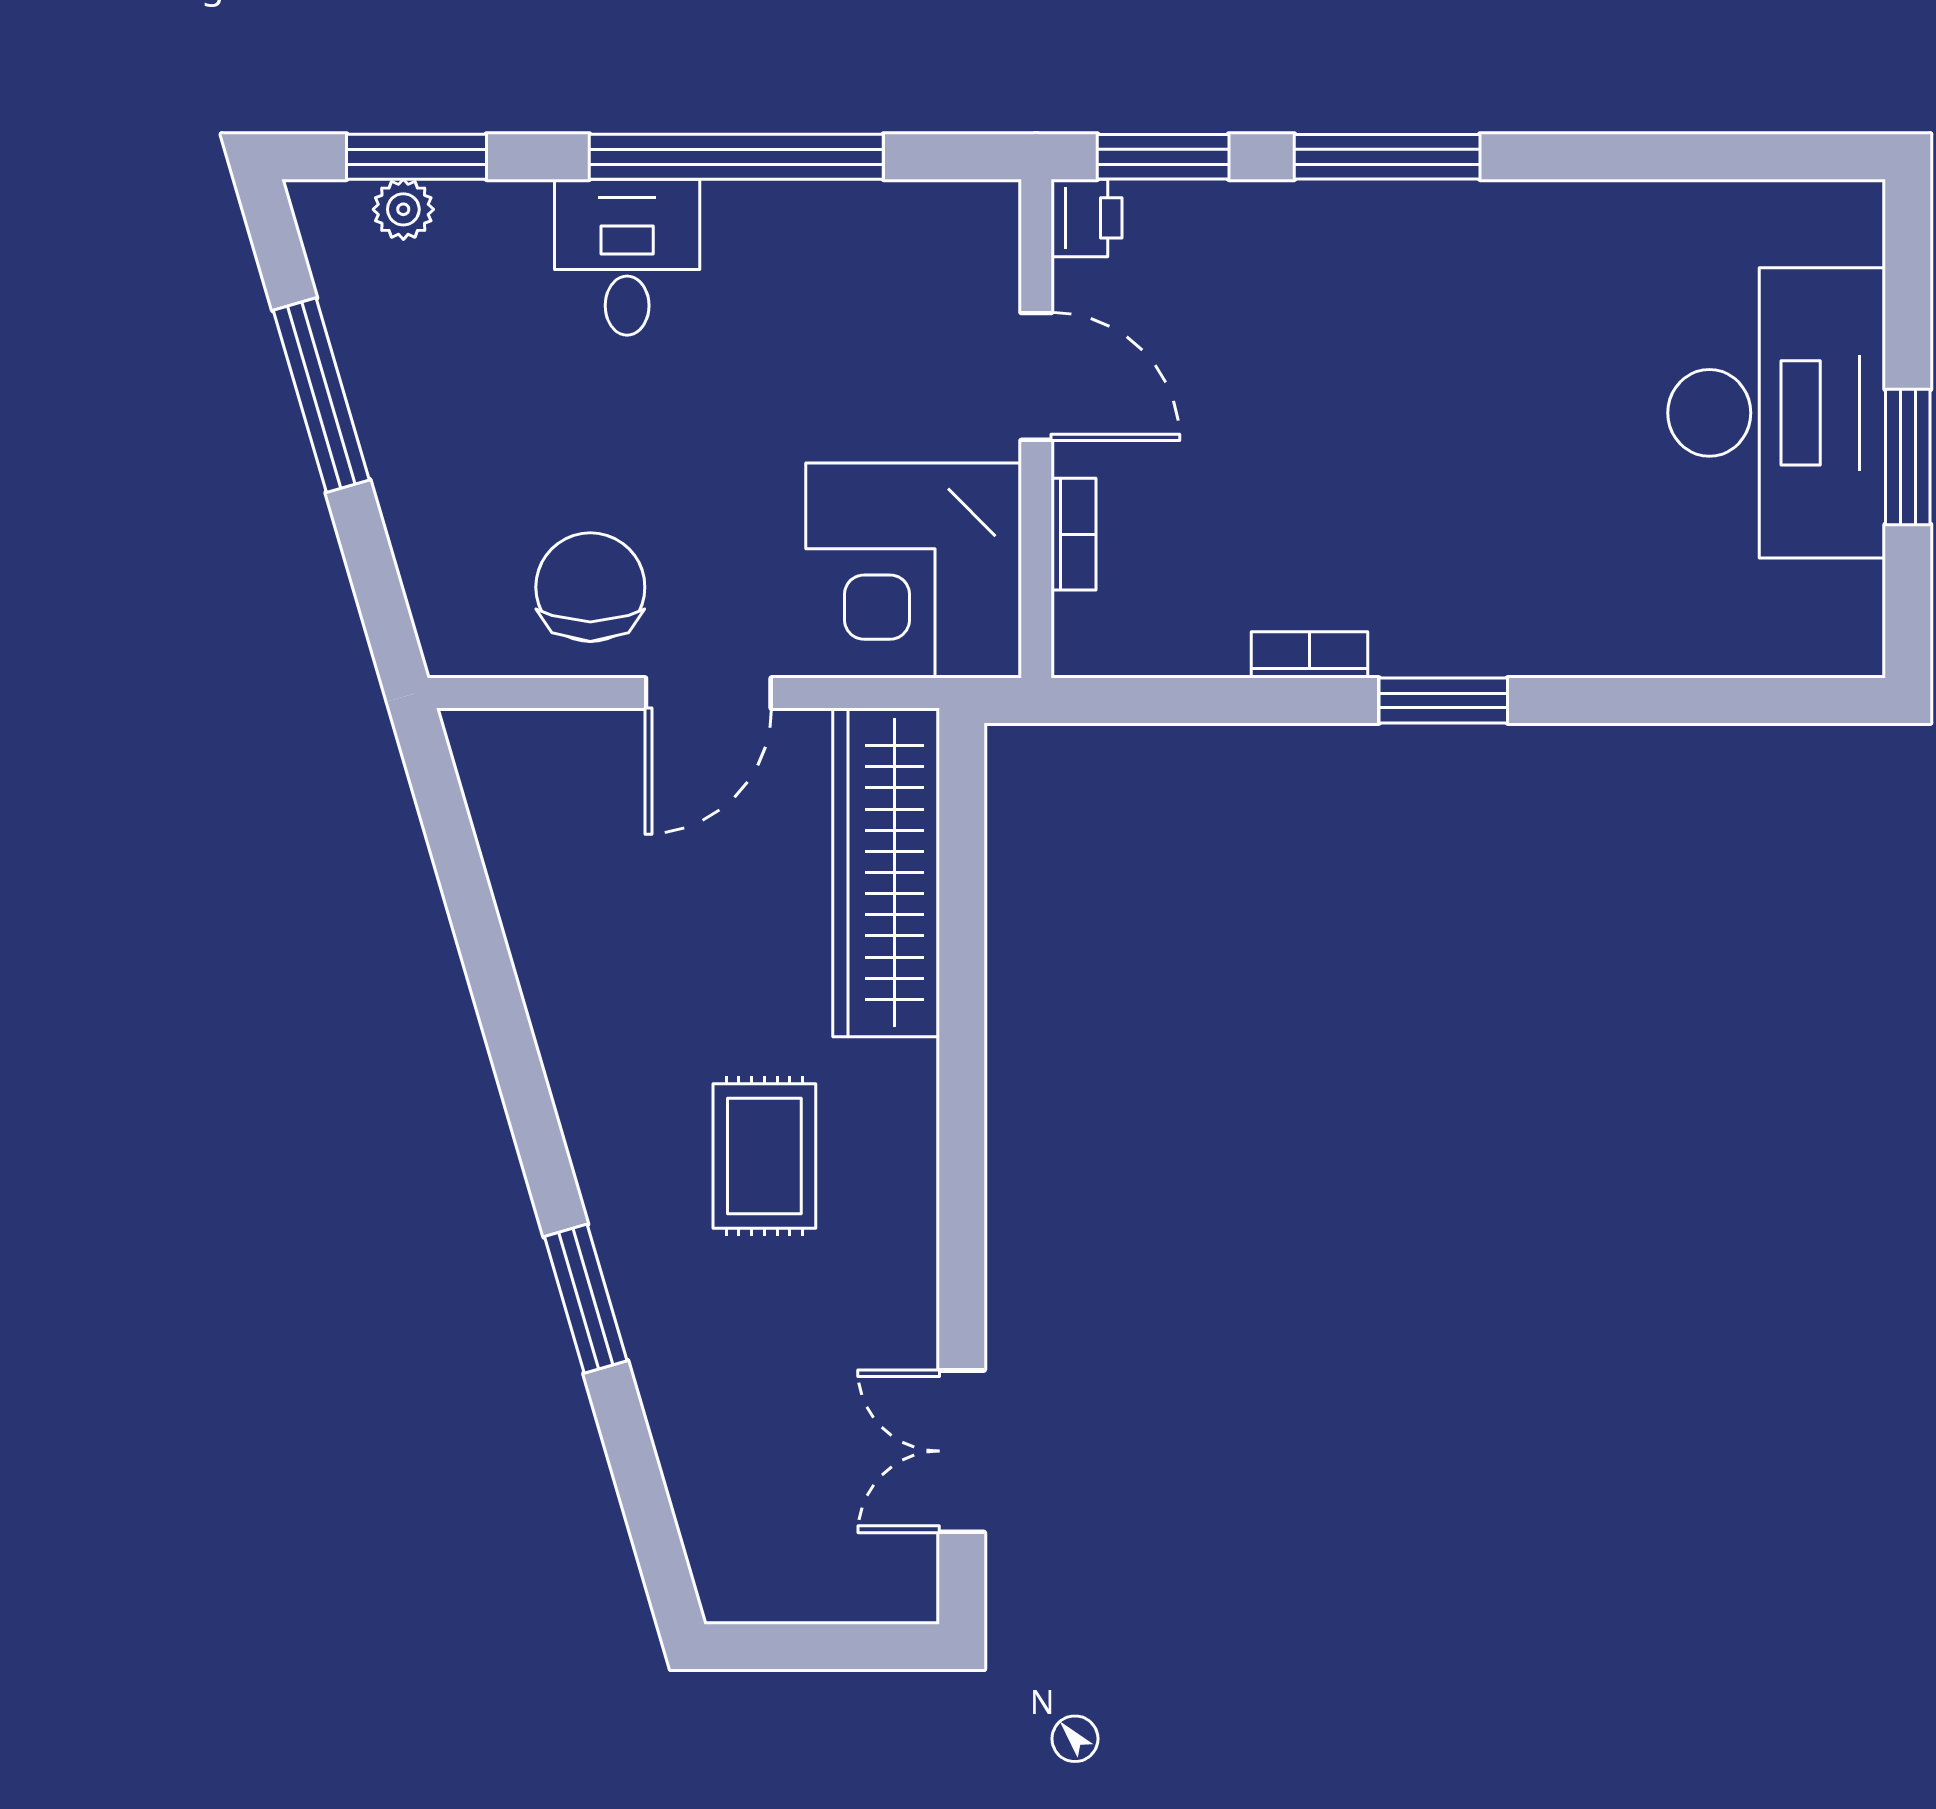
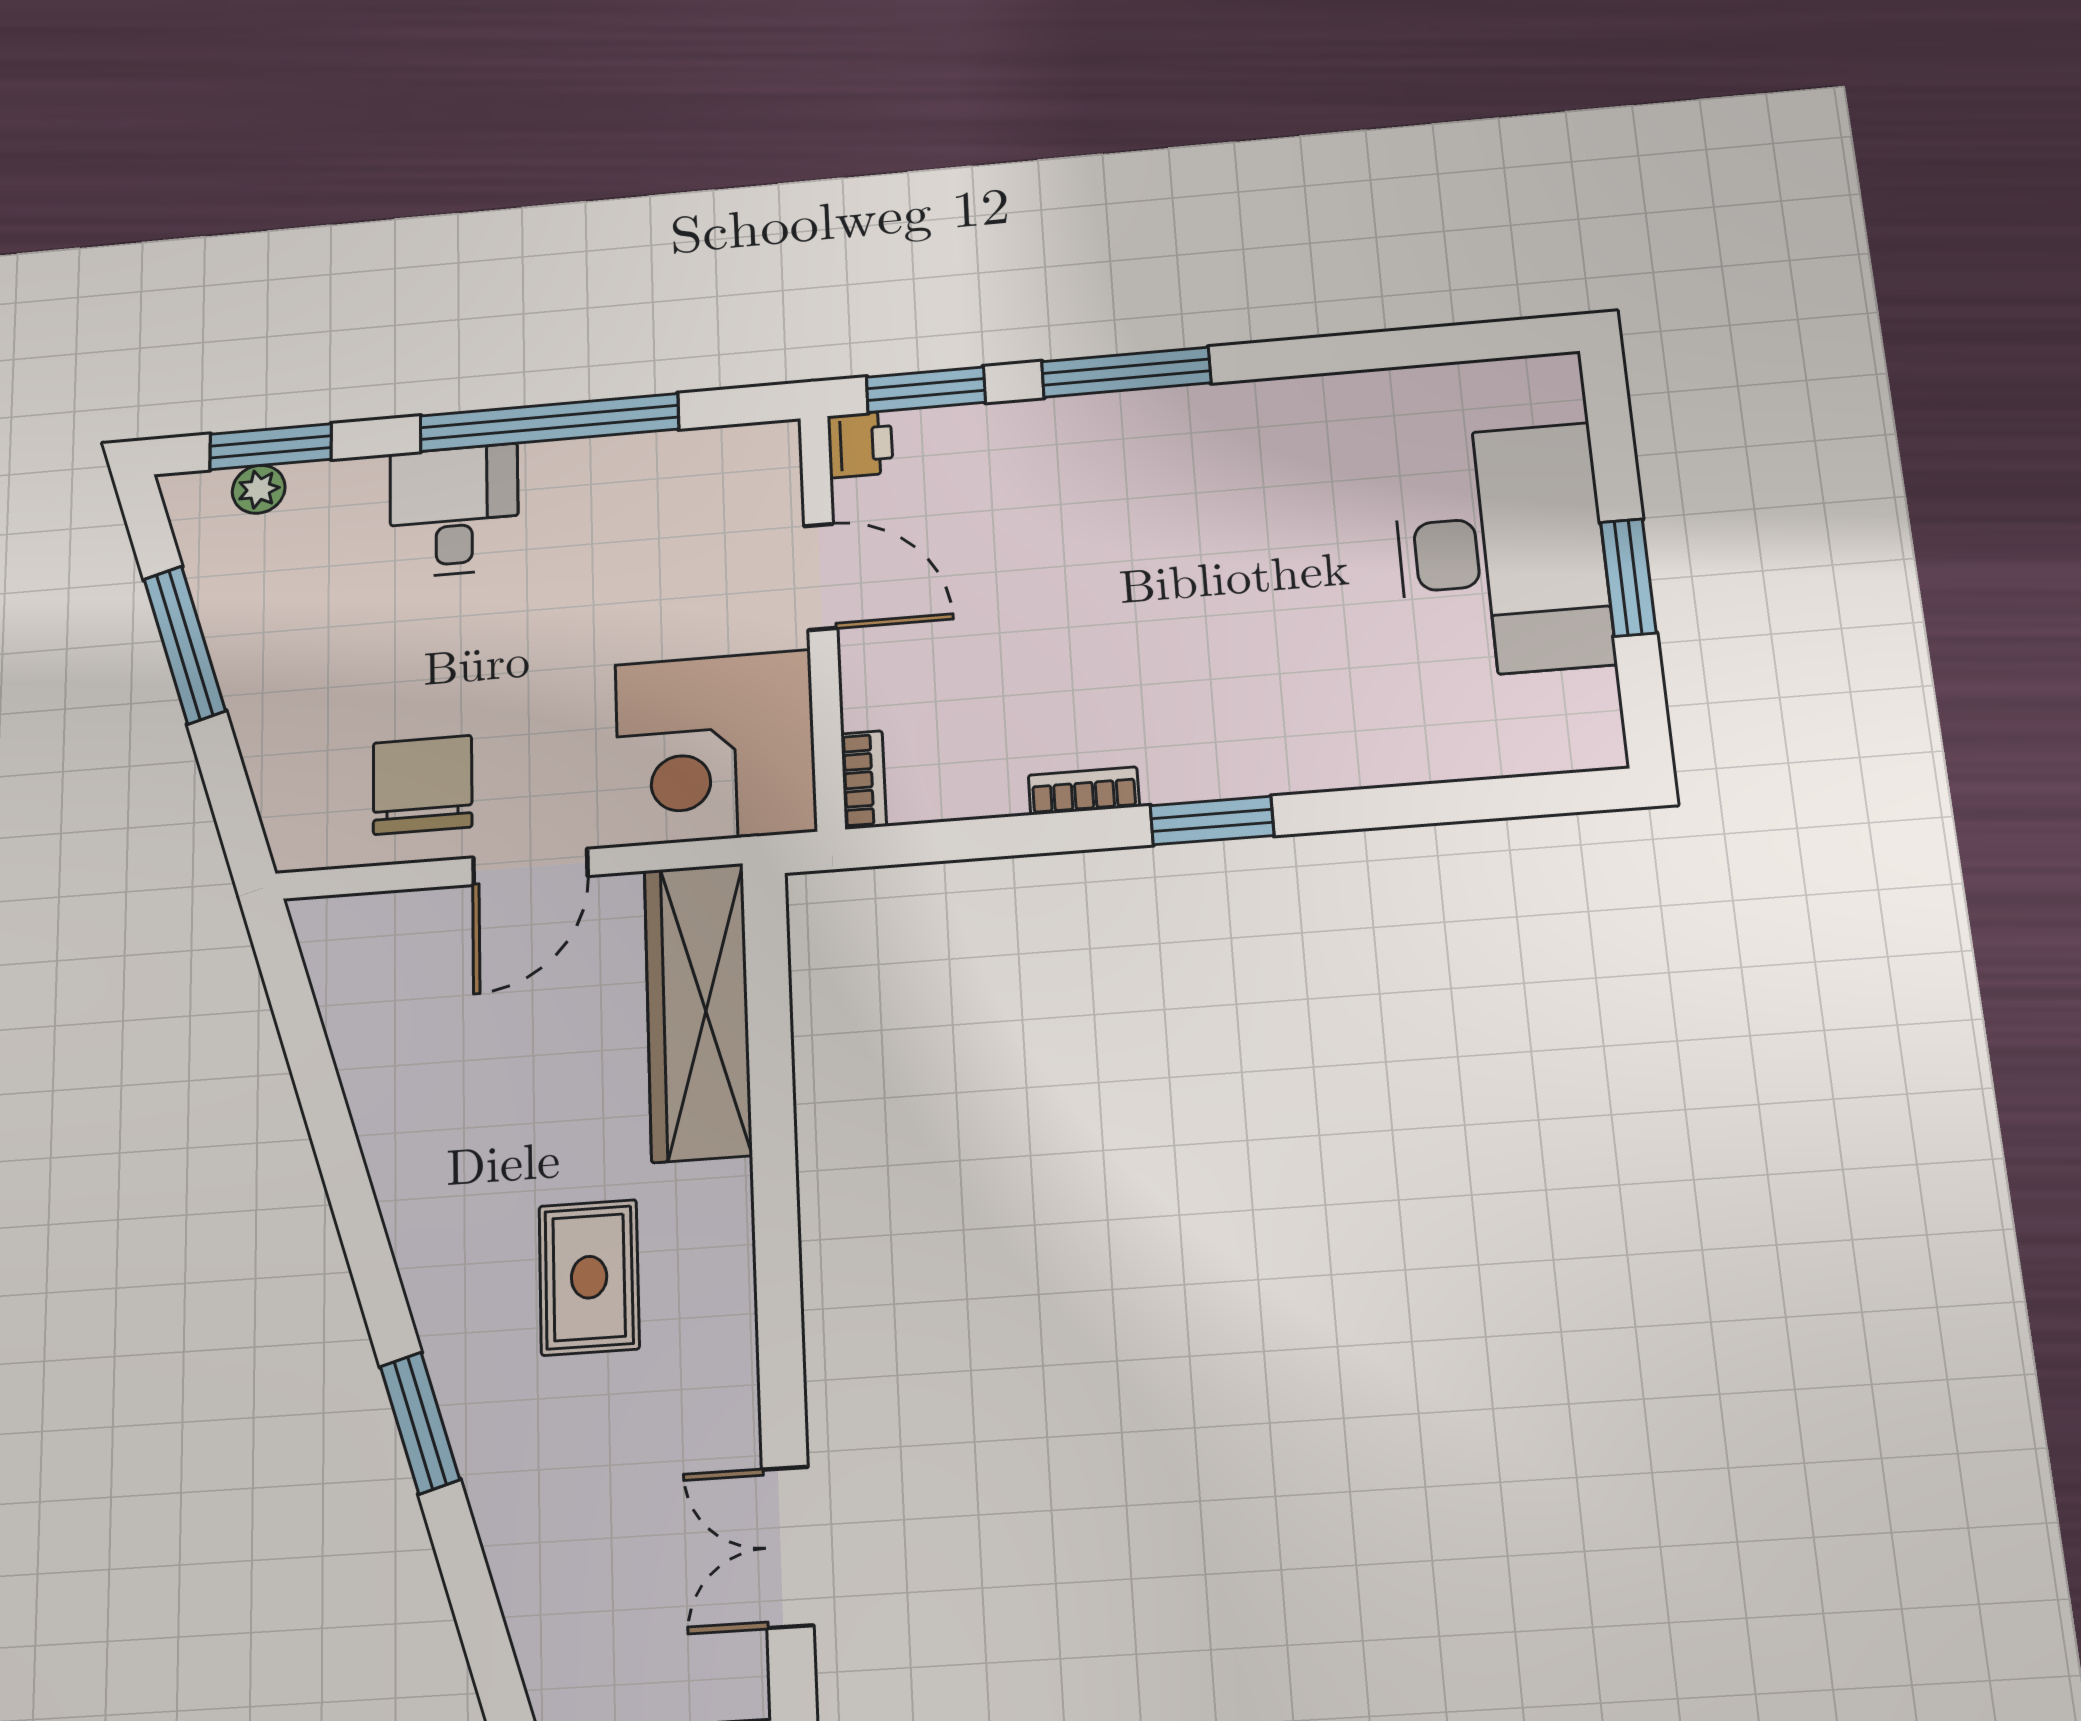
bookcase: (1074, 534) -> (864, 780), moved

